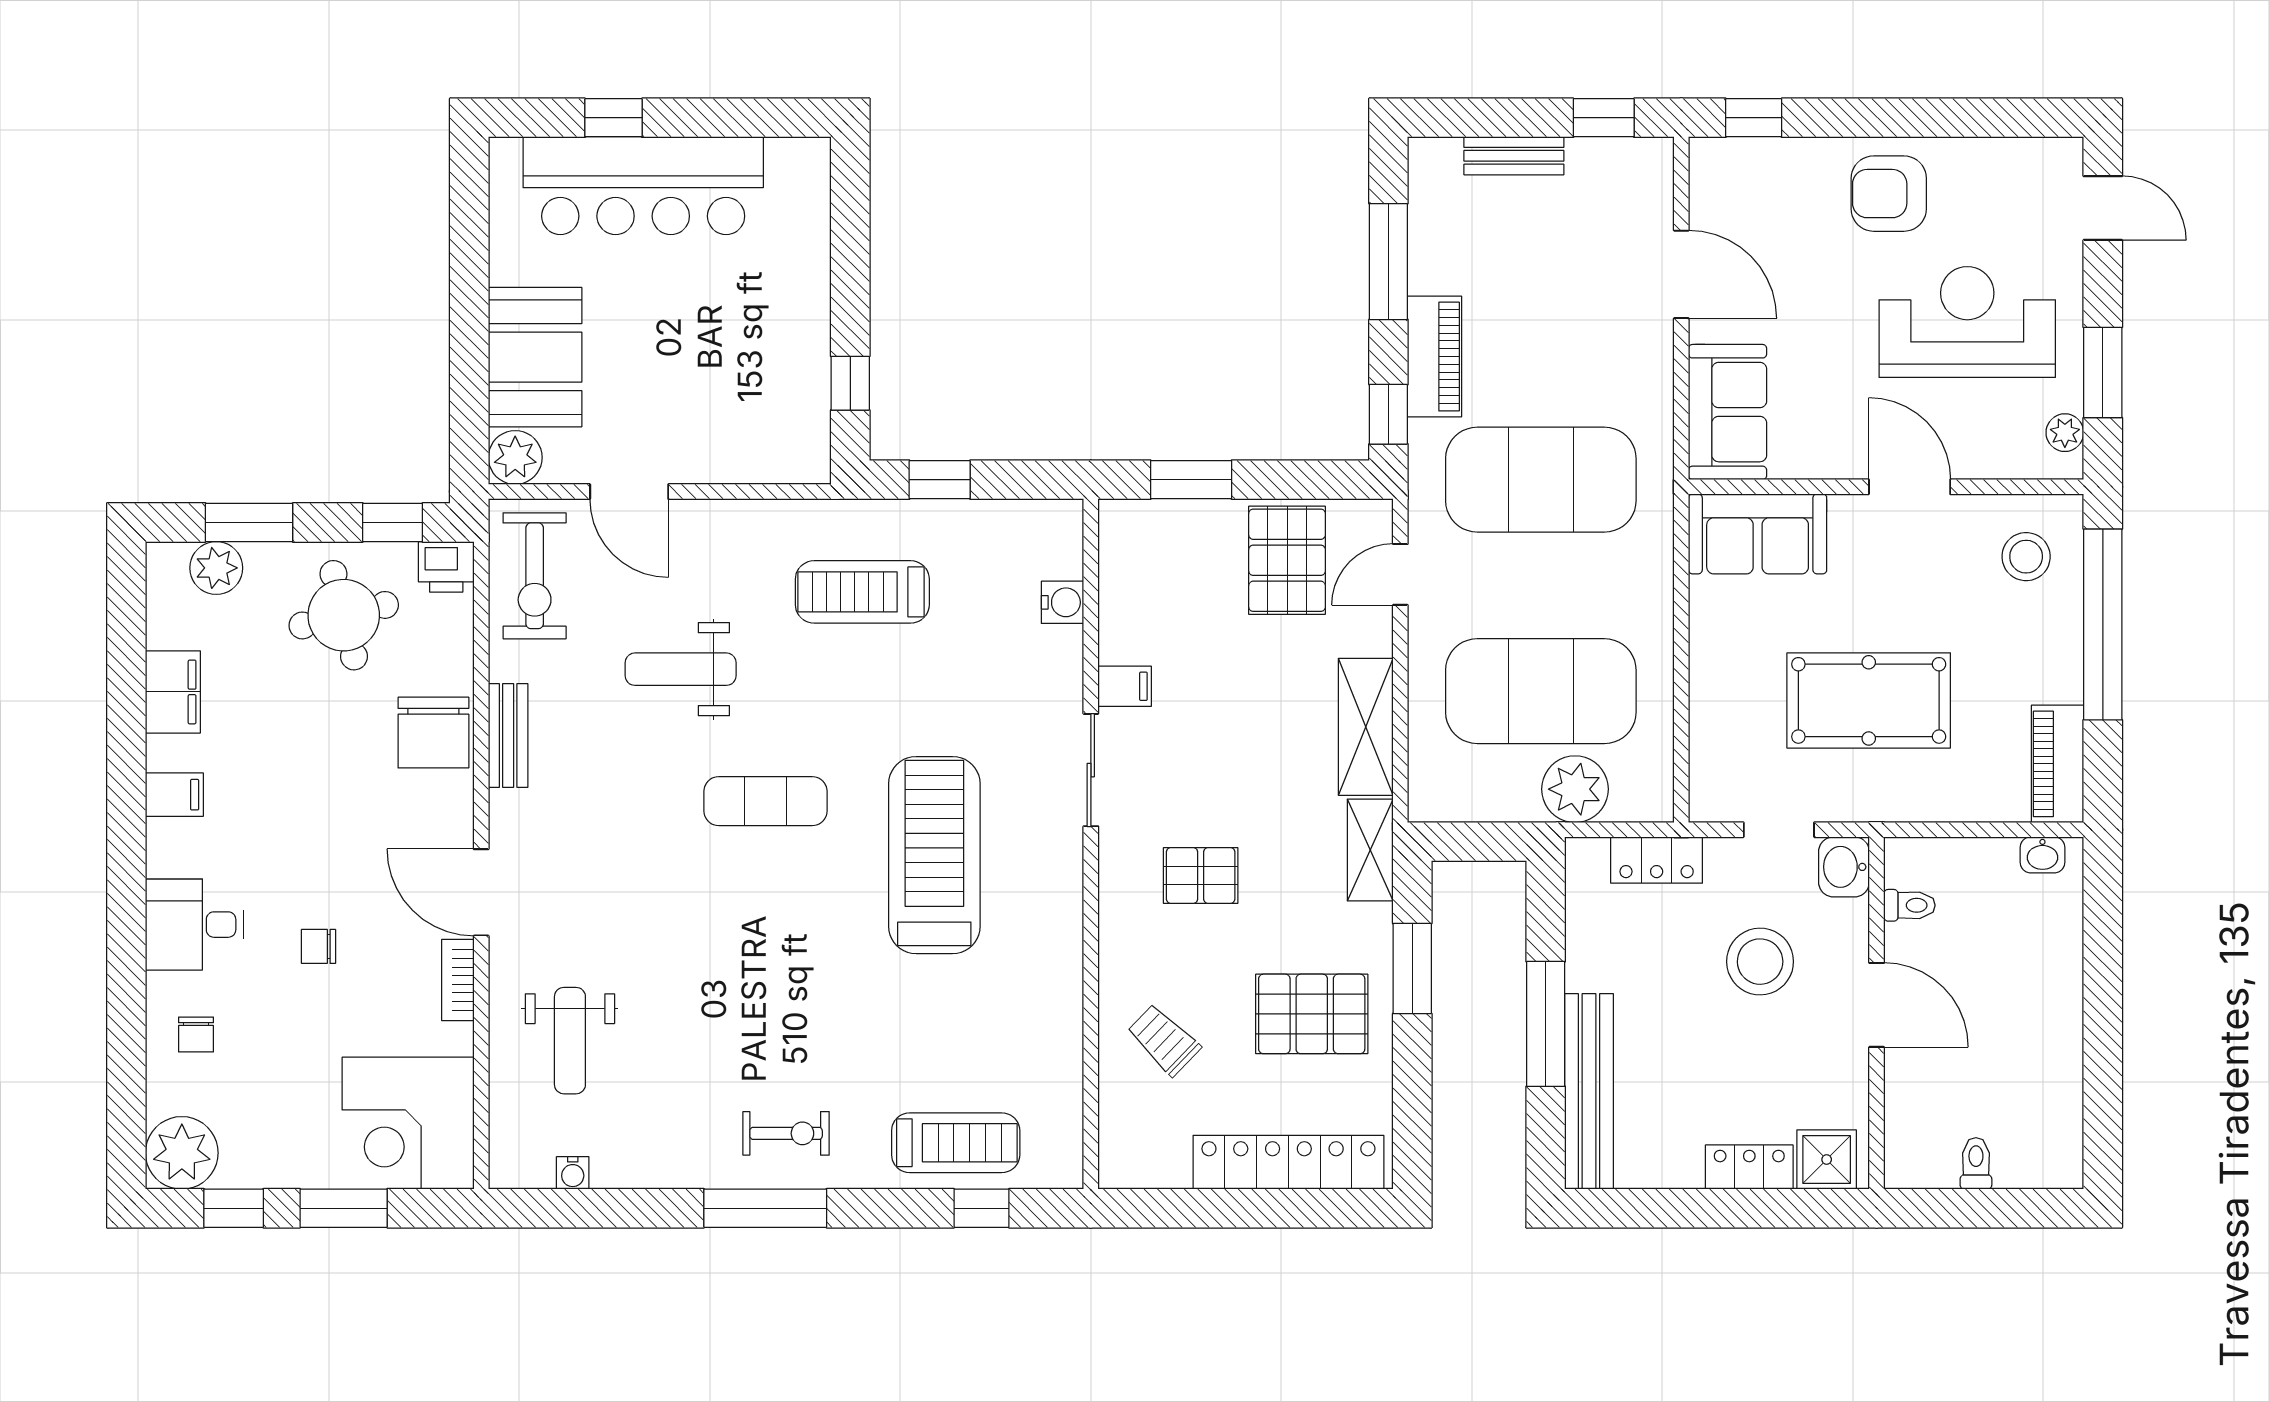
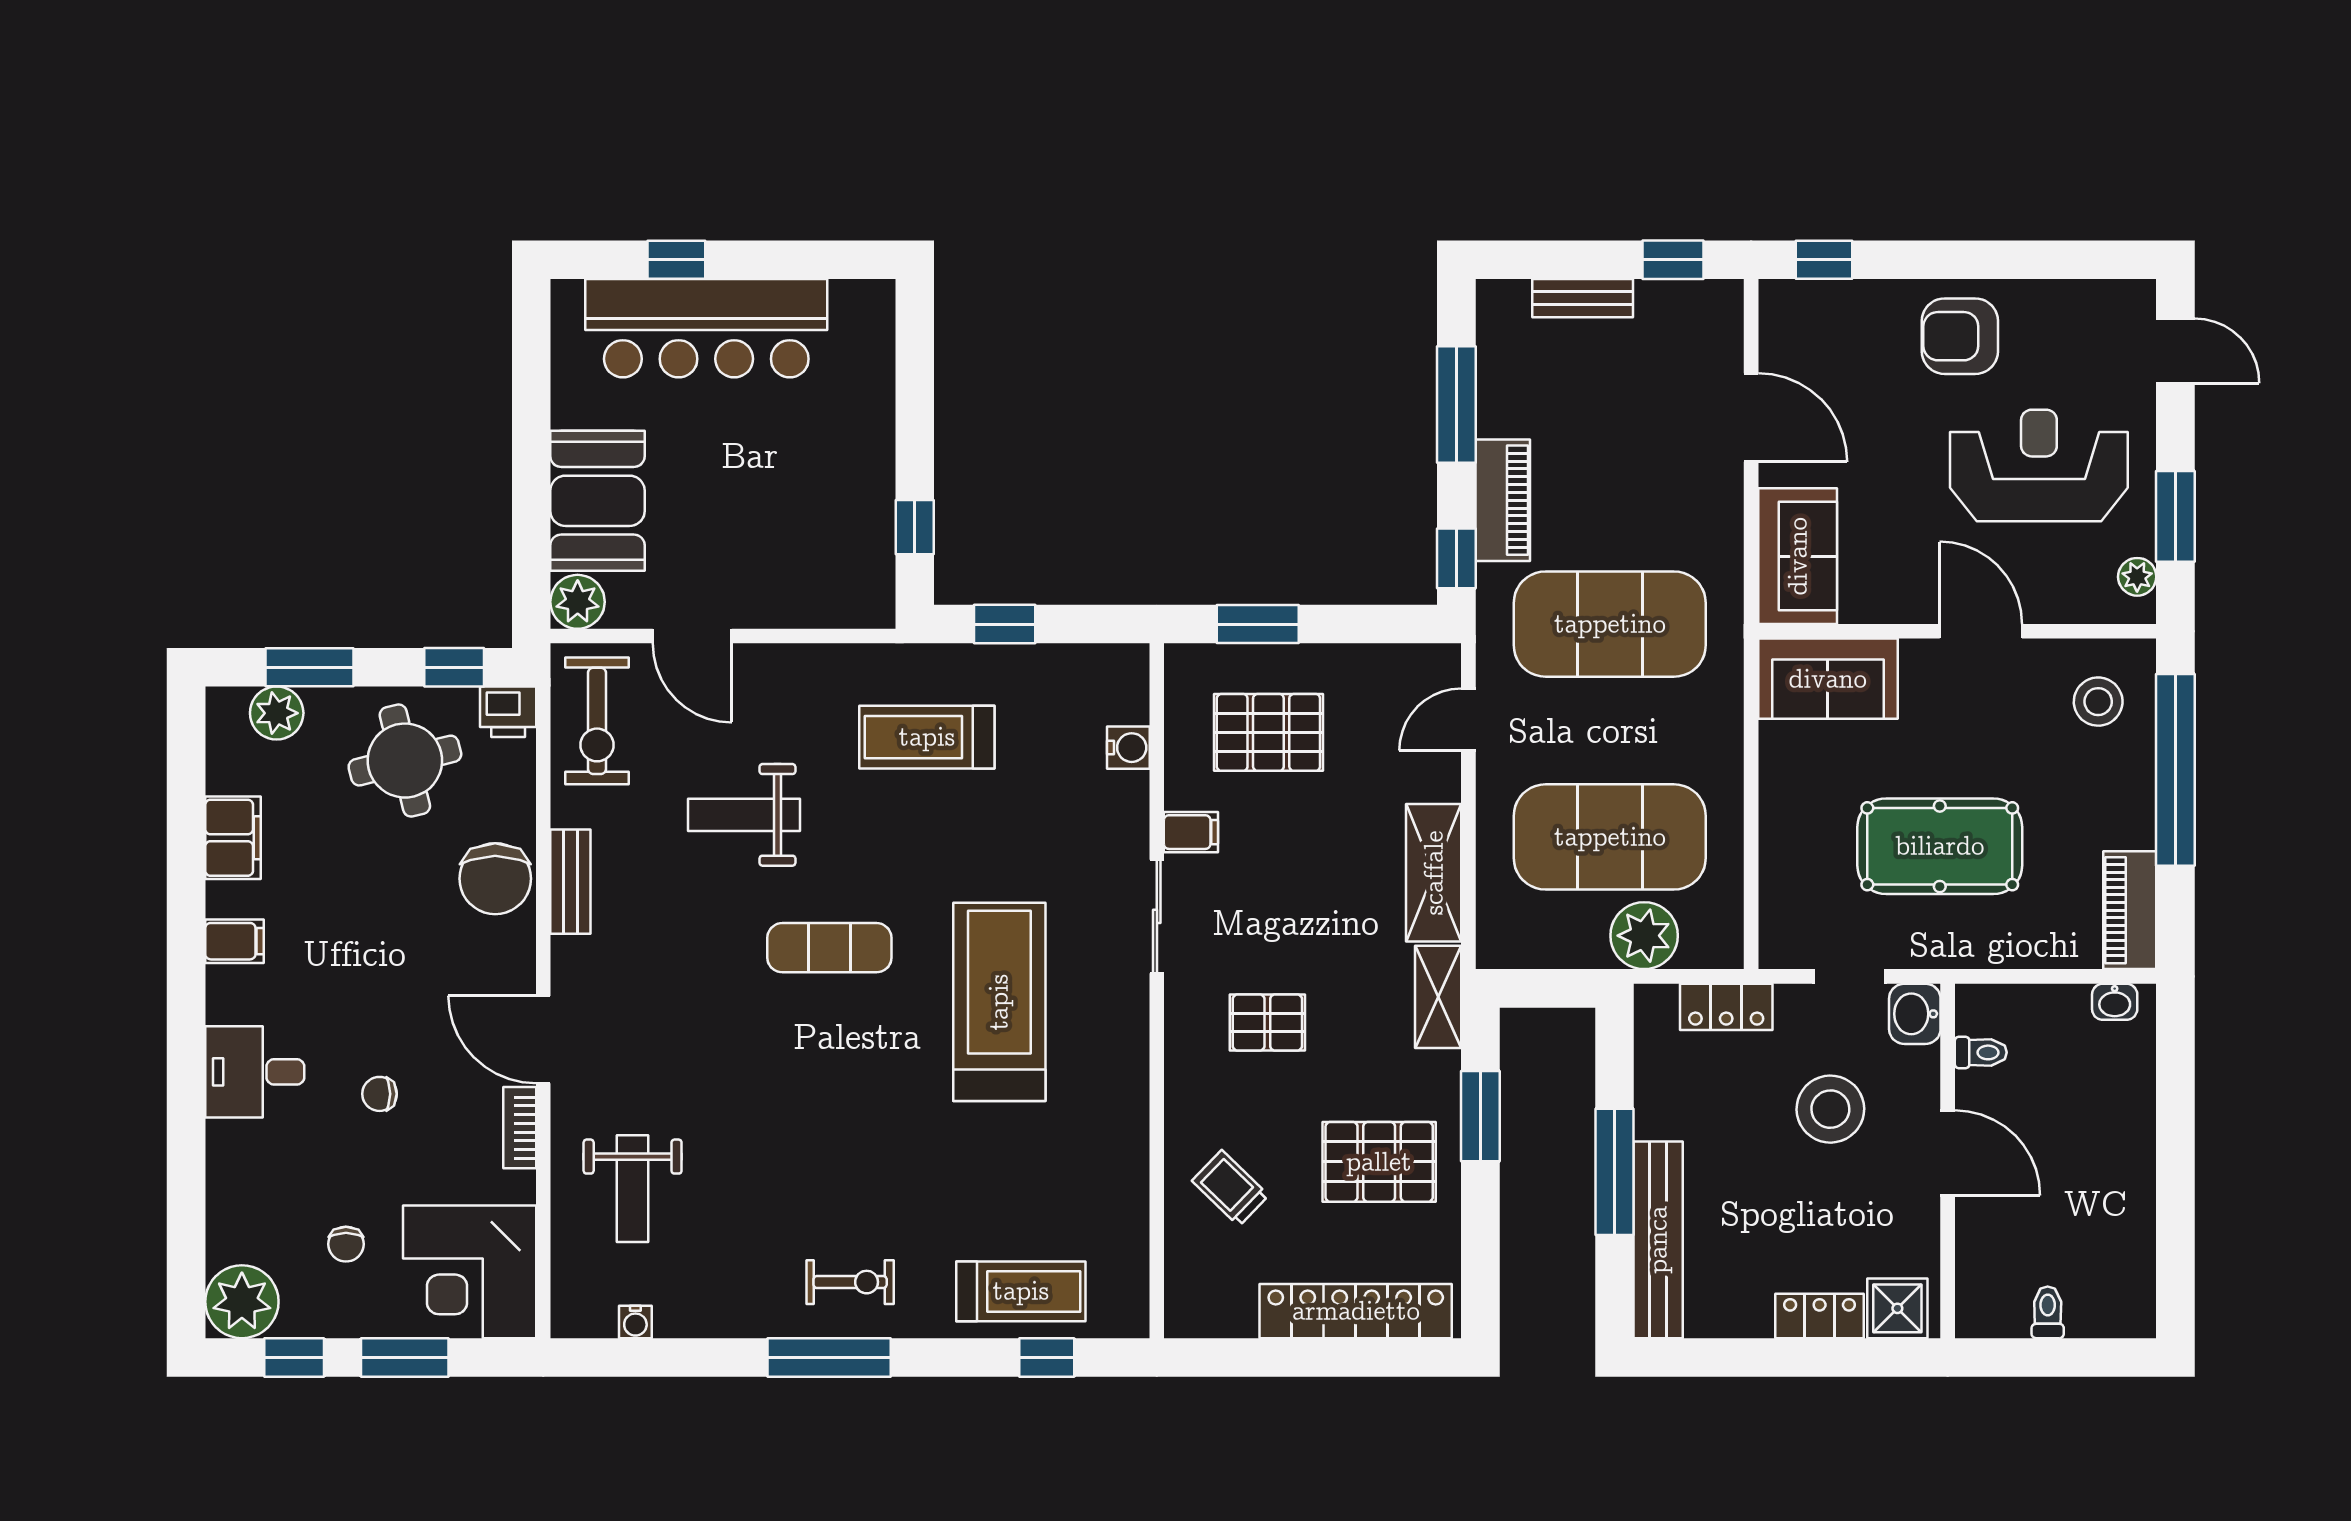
pallet: (1287, 560) -> (1268, 732), moved, turned 90
chair: (196, 1035) -> (346, 1244), moved

